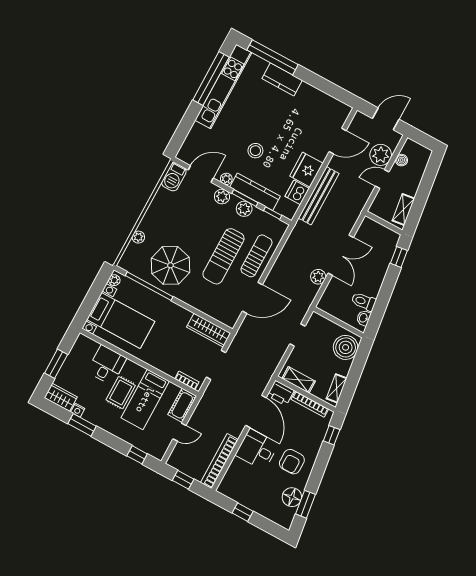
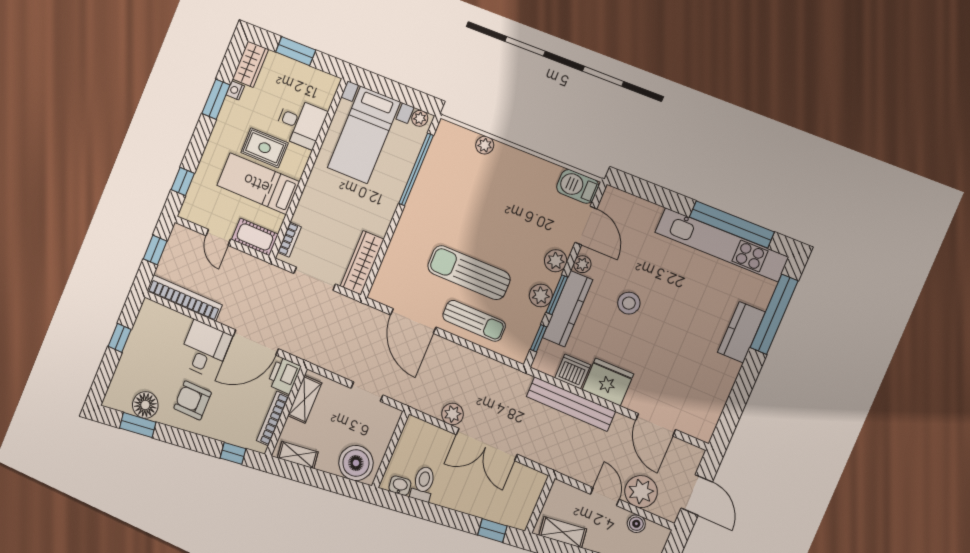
parasol: (170, 265) -> (449, 197), removed

